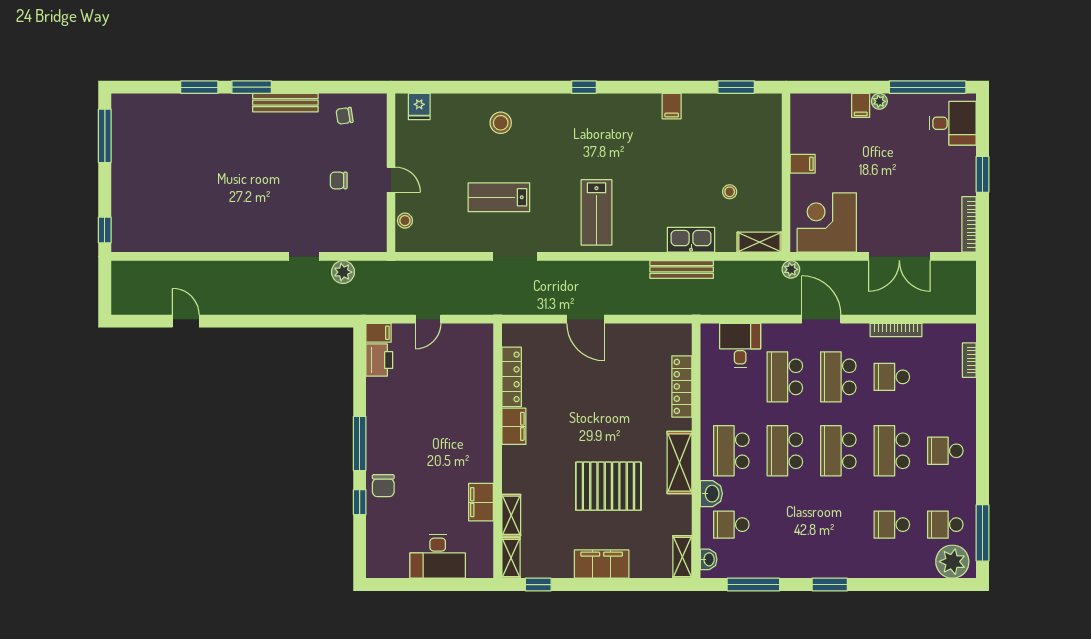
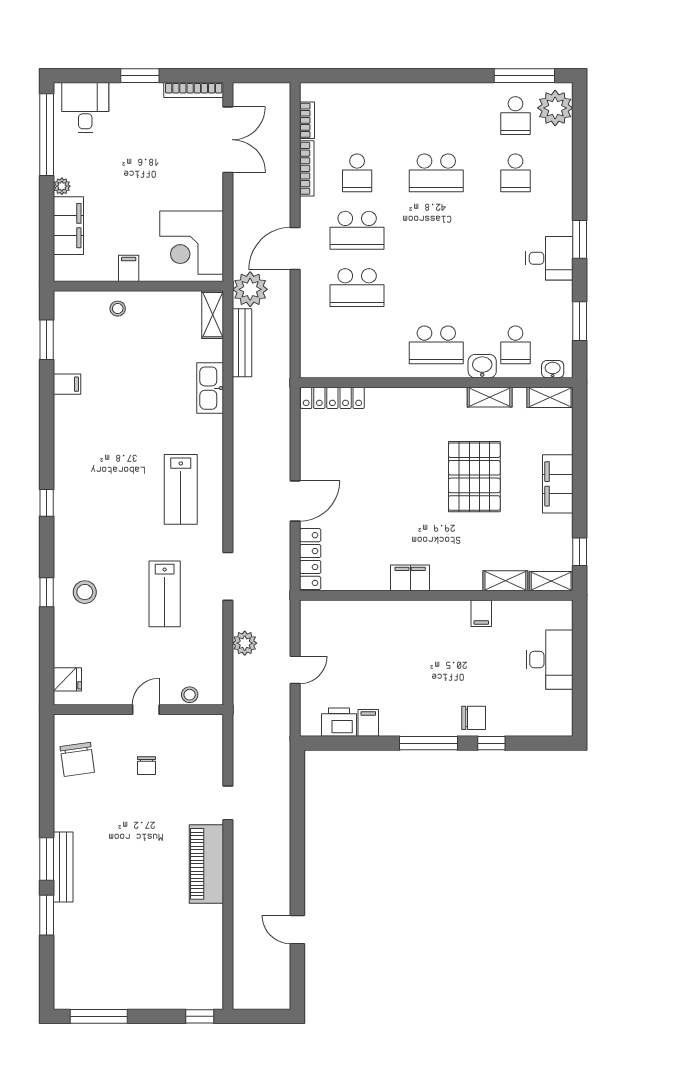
window: (500, 87) -> (47, 592), added
bench: (285, 103) -> (63, 867), moved
filing cabinet: (861, 105) -> (68, 226), width x3.00, depth x1.17
filing cabinet: (672, 106) -> (67, 384), moved
chair: (345, 116) -> (77, 759), width x1.87, depth x1.87
stool: (730, 192) -> (118, 309), moved
lab bench: (596, 212) -> (181, 489), turned 90
piano: (247, 236) -> (206, 864), added
double door: (899, 256) -> (228, 140), moved
bench: (682, 269) -> (242, 343), moved
plant: (791, 269) -> (250, 289), width x1.87, depth x1.87
plant: (343, 272) -> (245, 643), moved
door: (428, 319) -> (295, 670), hinge flipped
door: (186, 321) -> (297, 930), hinge flipped
filing cabinet: (379, 333) -> (368, 723), moved
desk: (740, 345) -> (549, 258), moved, turned 180
bookcase: (969, 360) -> (307, 120), moved, turned -90
locker: (512, 377) -> (310, 559), moved, turned 90
locker: (682, 386) -> (332, 398), moved
school desk: (785, 451) -> (436, 288), removed
school desk: (838, 451) -> (436, 230), removed
school desk: (945, 451) -> (436, 116), removed
shelving: (680, 462) -> (490, 397), moved, width x0.67, depth x0.75
filing cabinet: (481, 502) -> (481, 613), width x0.50
window: (753, 585) -> (580, 321), width x0.69

